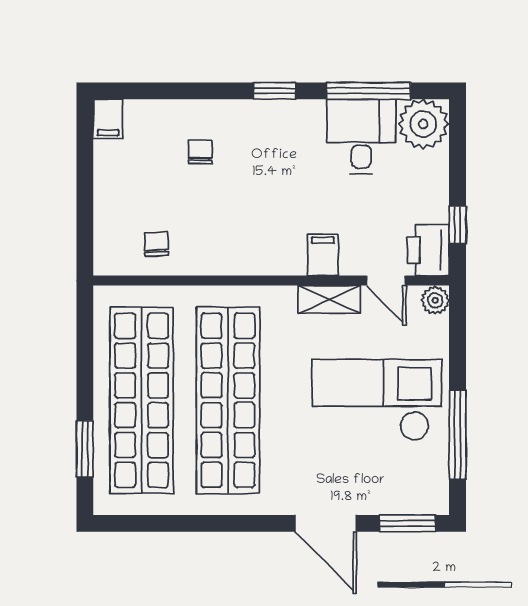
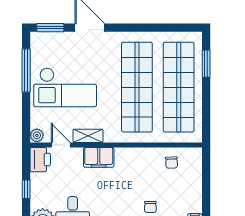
window: (458, 225) -> (26, 189), moved
filing cabinet: (323, 255) -> (99, 157), width x2.00

